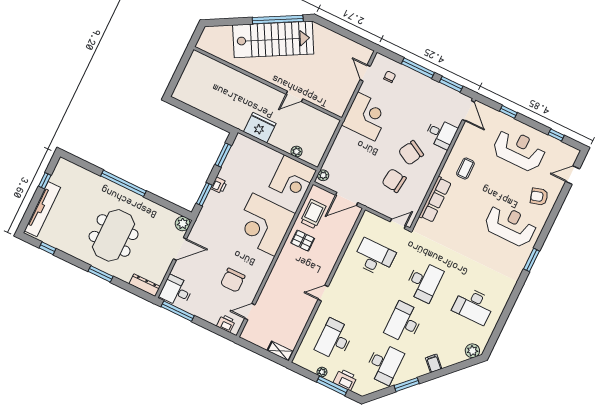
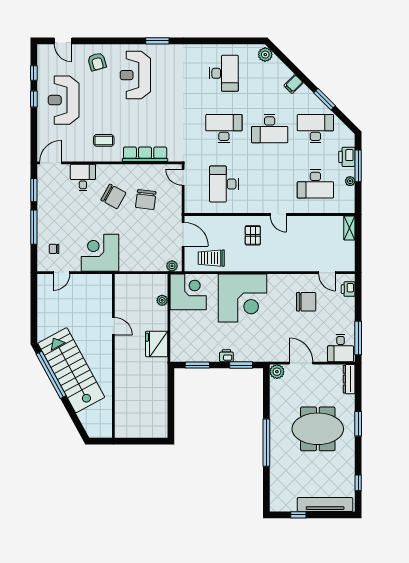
window: (508, 112) -> (34, 99), moved
pallet: (303, 241) -> (253, 235), moved

